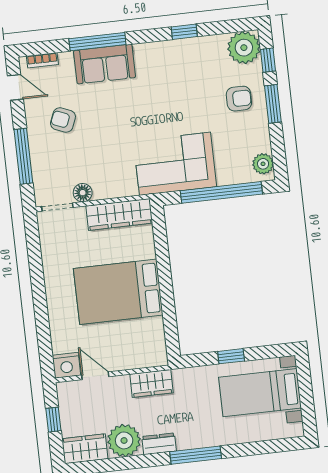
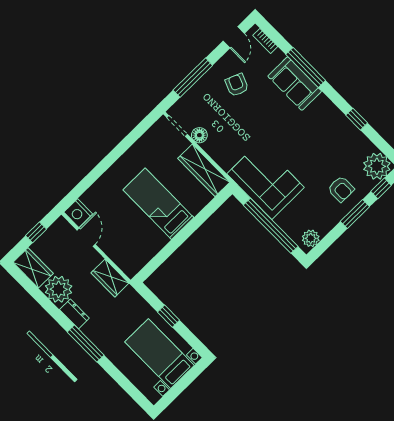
bed: (118, 292) -> (158, 204), width x0.67

